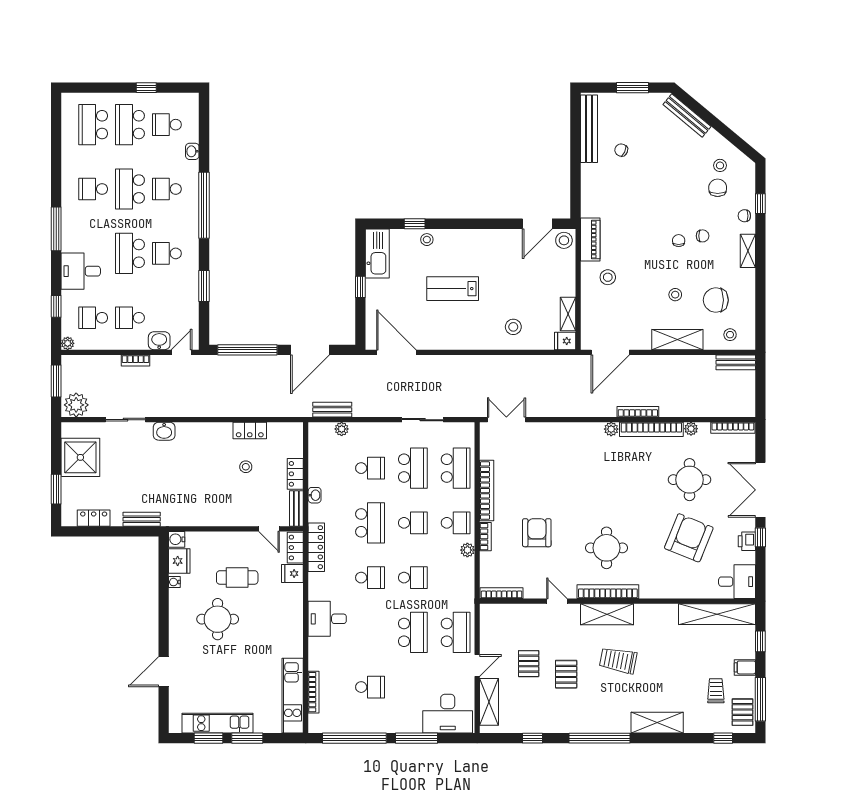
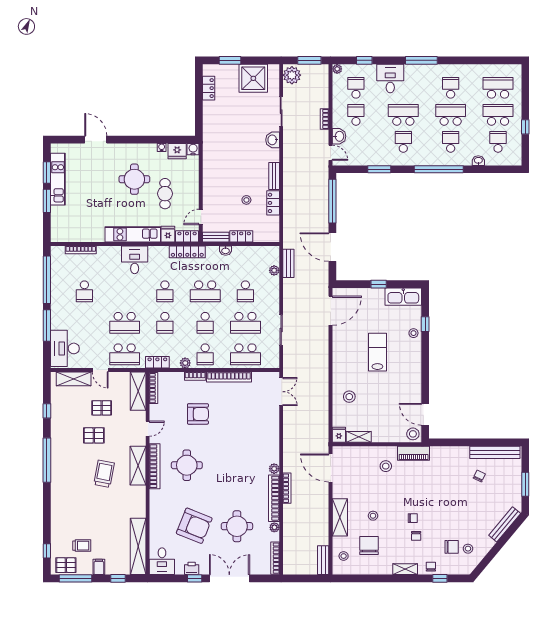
bench: (142, 519) -> (274, 176), moved
locker: (467, 588) -> (157, 362), added
kitchen unit: (293, 696) -> (133, 234), moved
shelving: (657, 723) -> (138, 391), moved

